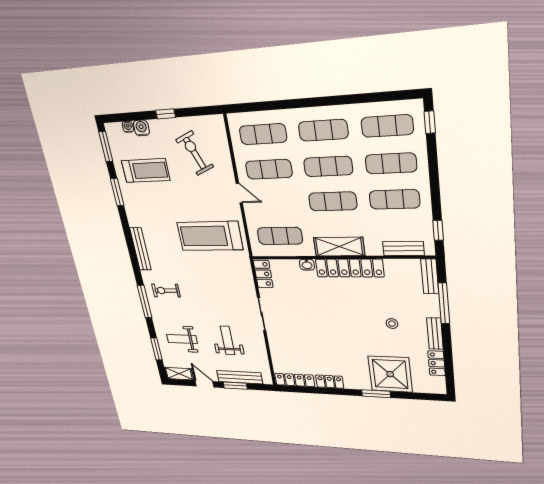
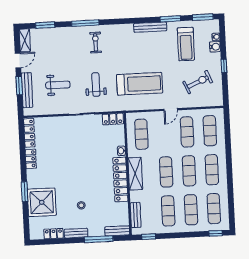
treadmill: (210, 236) -> (140, 84), turned 90
bench: (140, 249) -> (150, 27), moved
weight bench: (182, 339) -> (96, 85), moved

